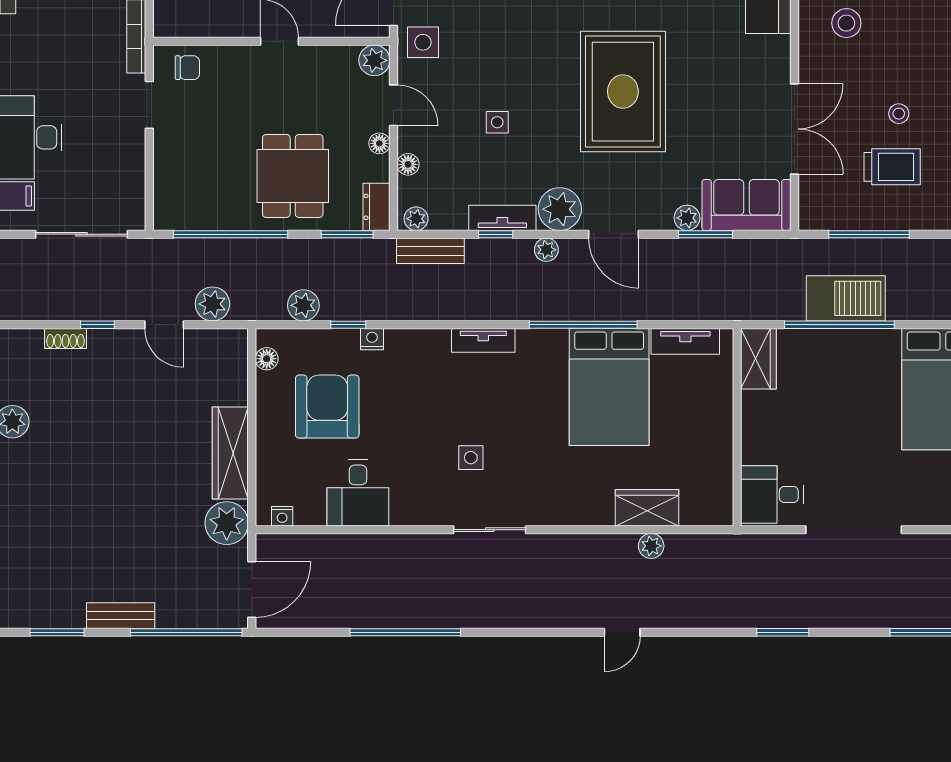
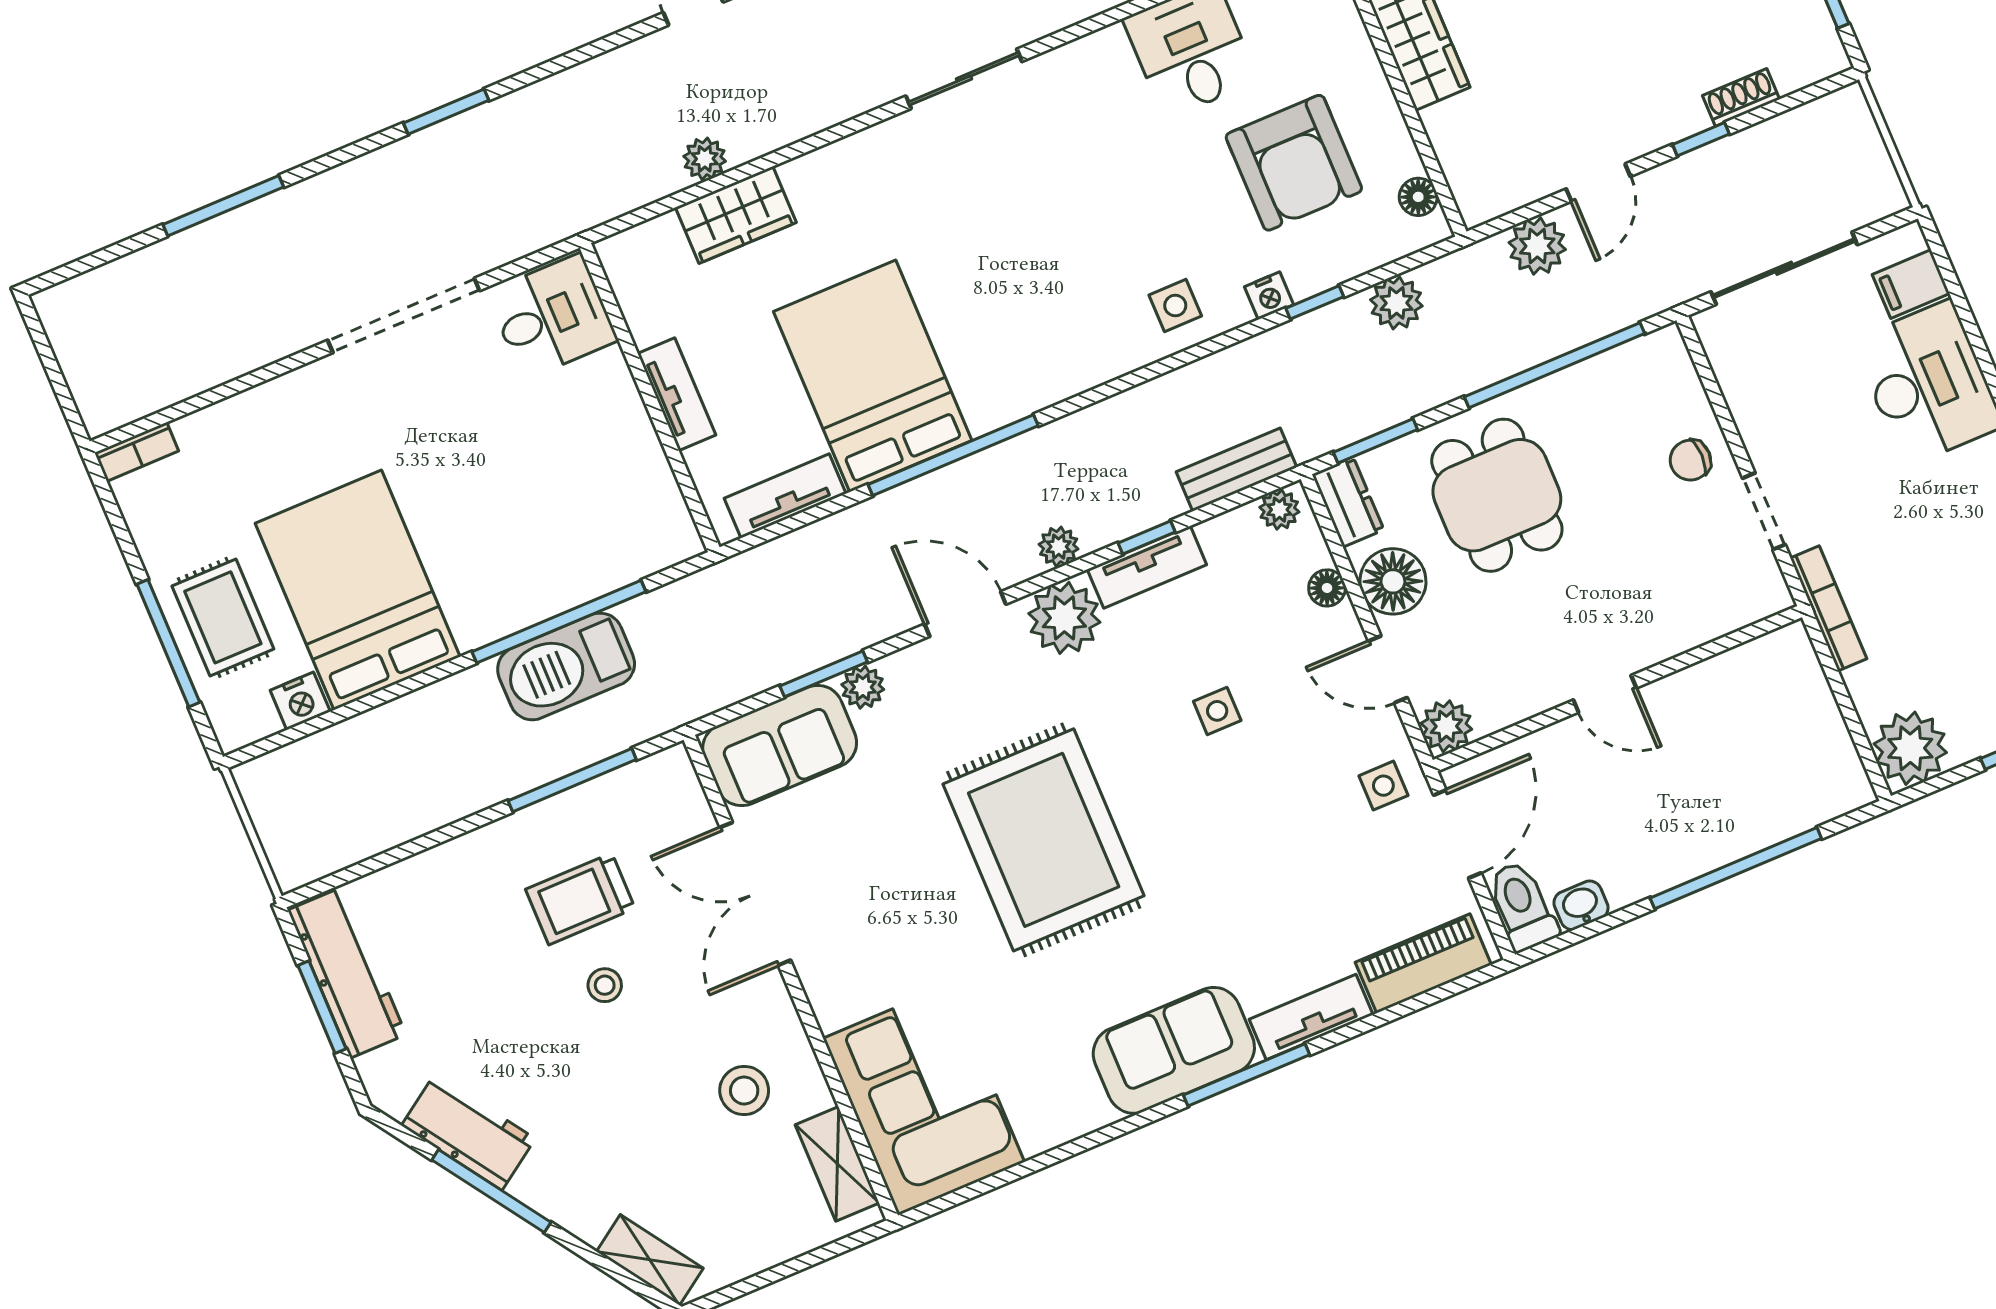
side table: (423, 42) -> (1383, 786), width x0.73, depth x0.73
chair: (187, 68) -> (1690, 460), moved
floor lamp: (379, 143) -> (1393, 581), width x1.89, depth x1.89
door: (164, 325) -> (1598, 183), swing flipped
tv unit: (483, 340) -> (677, 394), moved, turned 90
wardrobe: (758, 359) -> (661, 517), removed
side table: (471, 458) -> (1175, 306), moved

